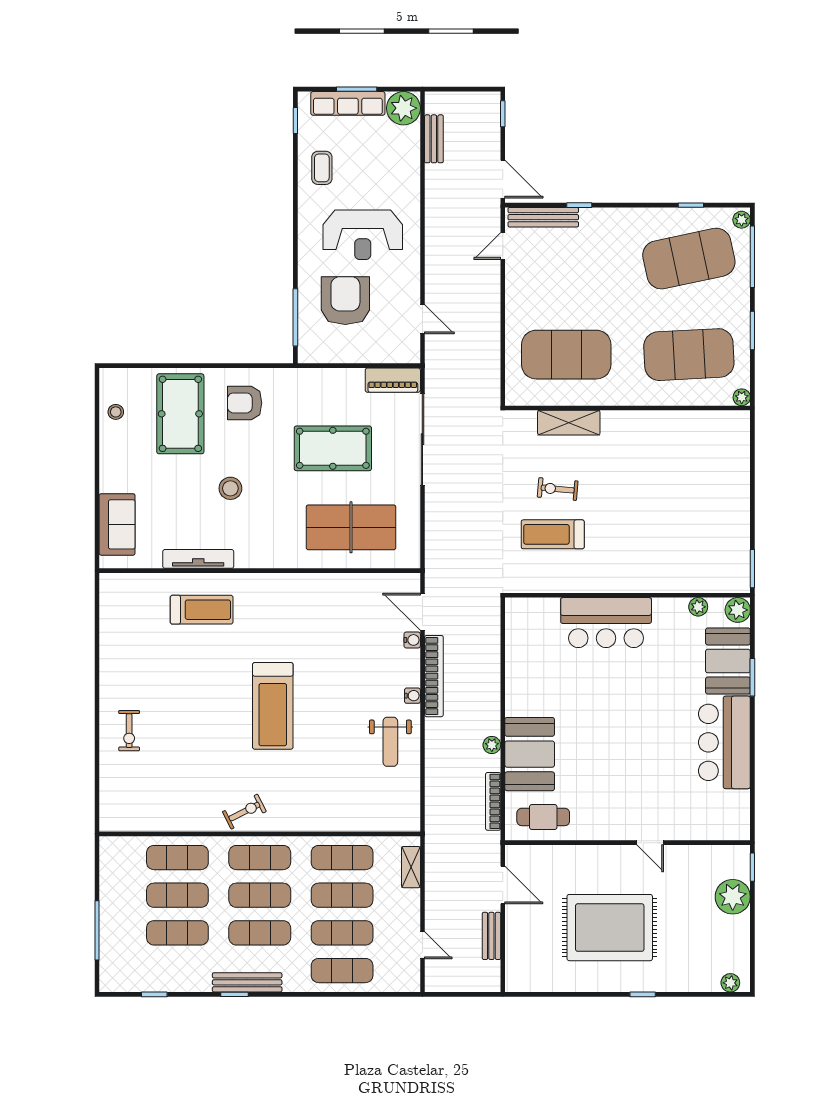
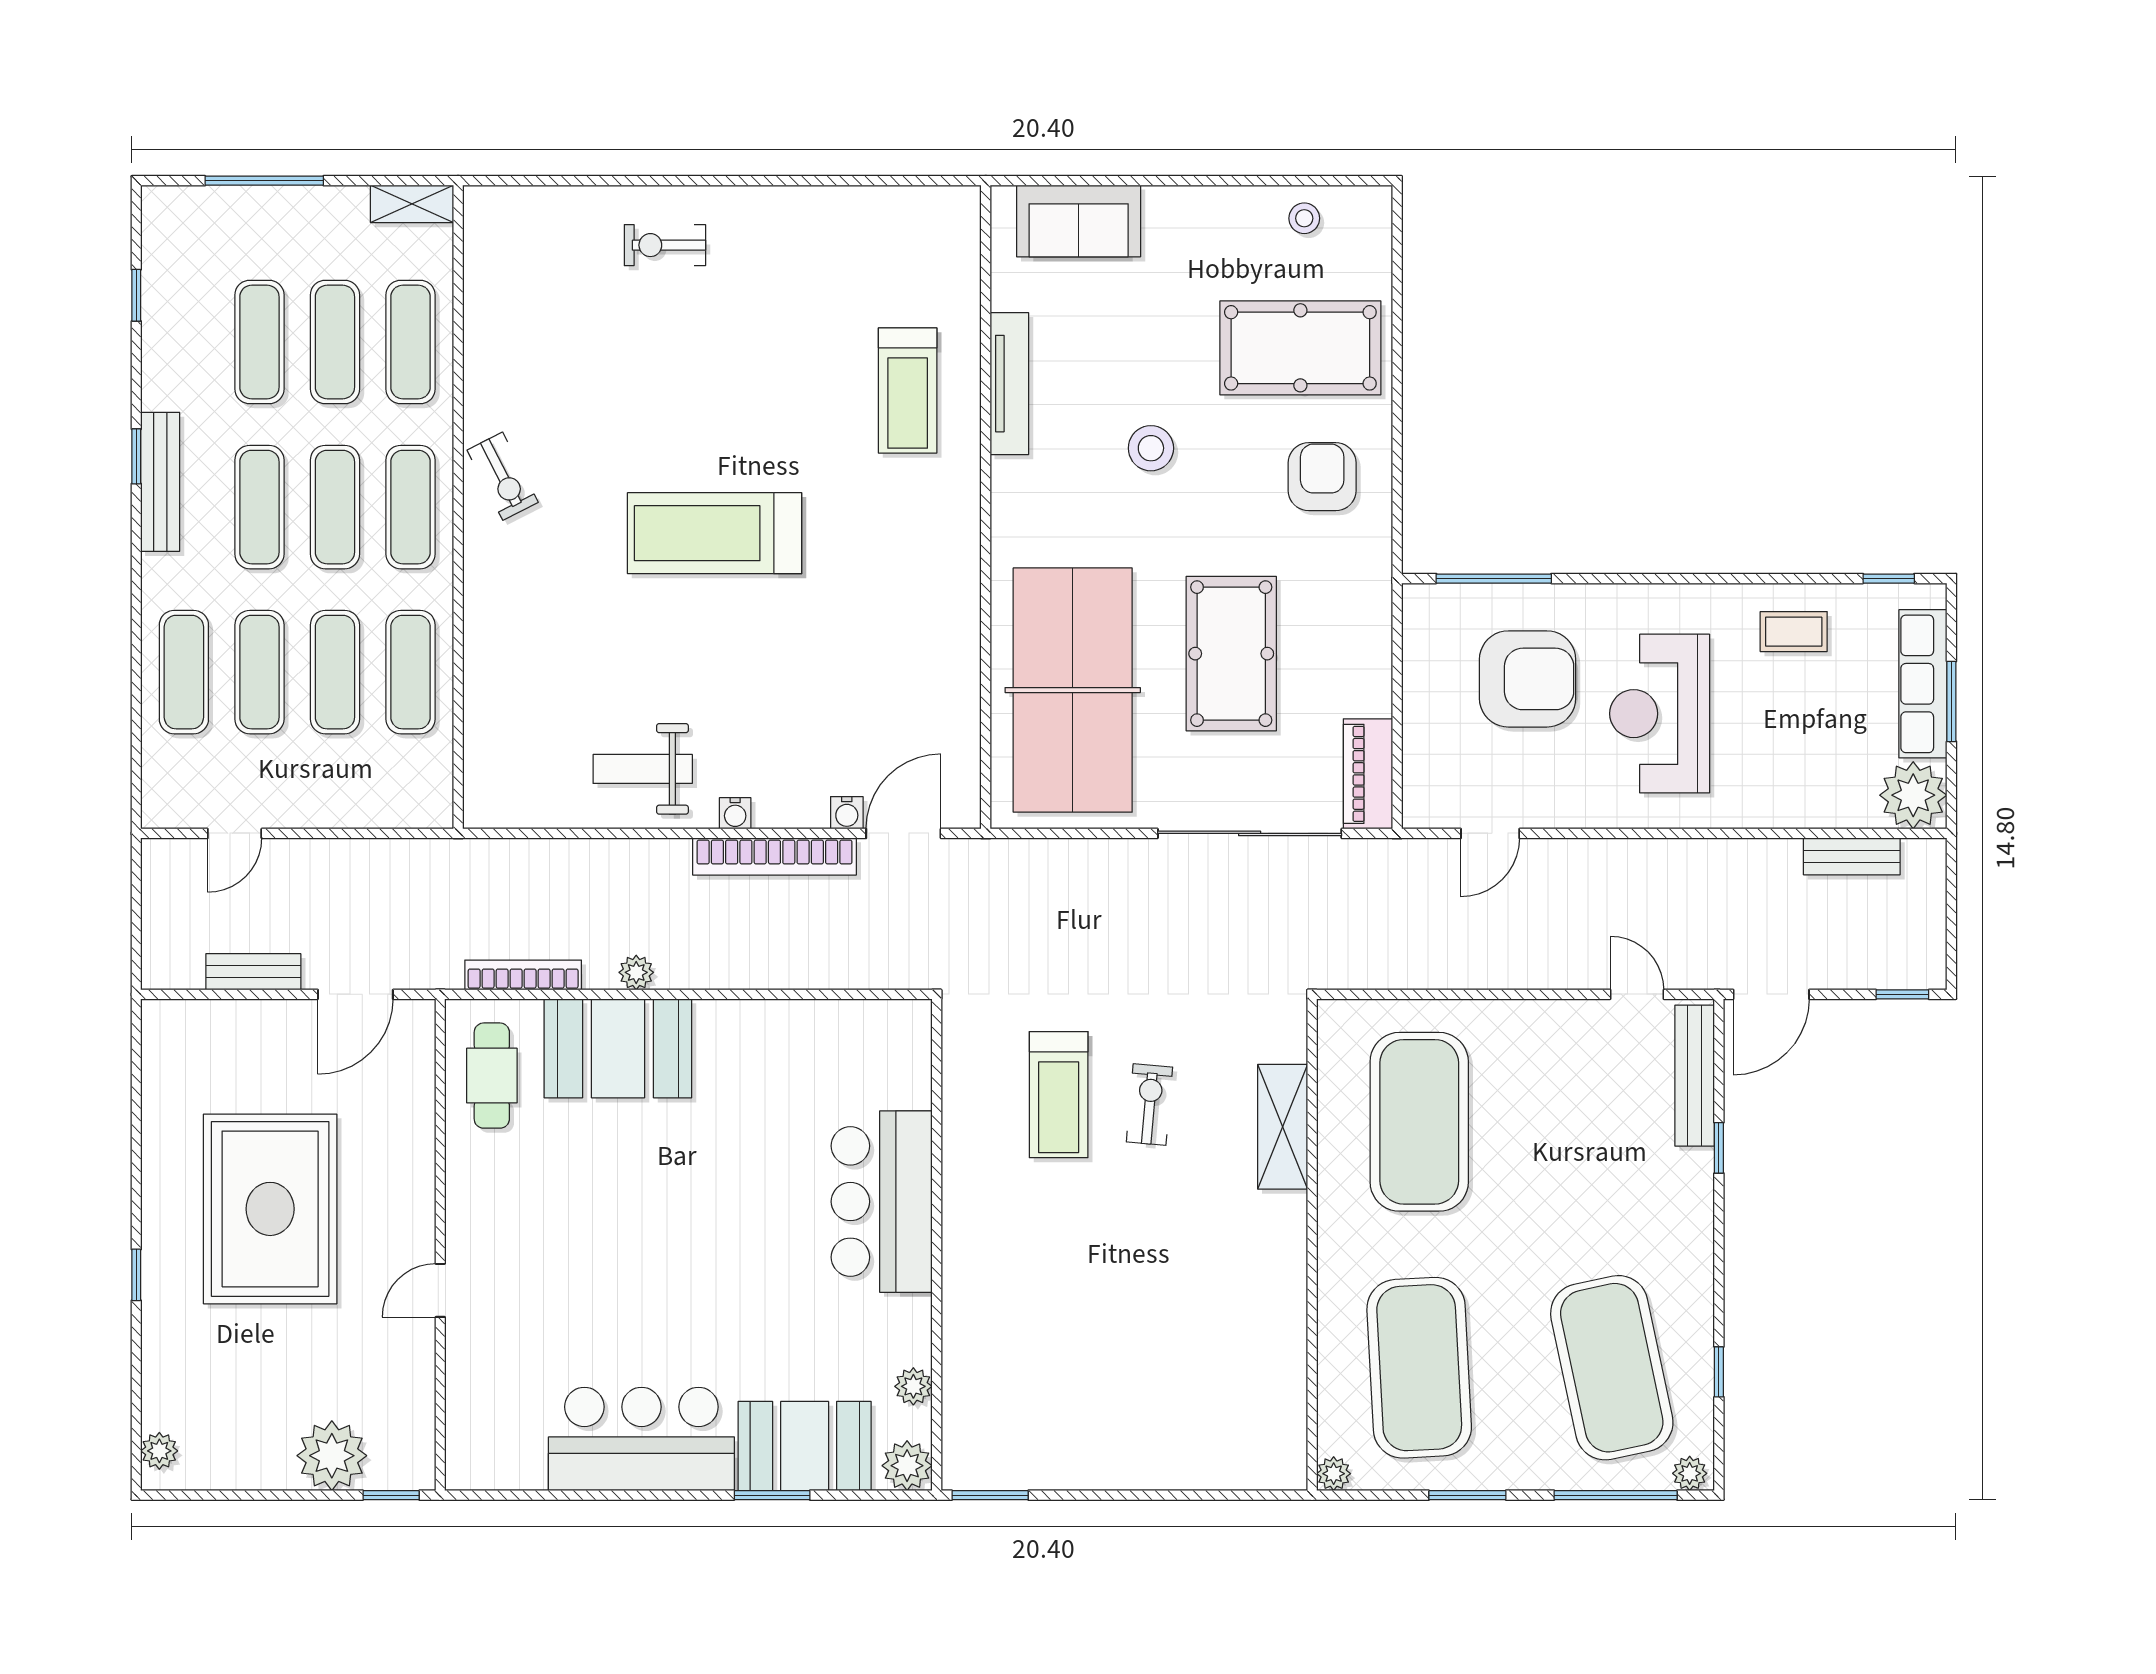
table tennis table: (351, 527) -> (1073, 690), width x1.36, depth x1.32
treadmill: (553, 534) -> (1059, 1095), turned 180
shelving: (411, 867) -> (412, 204), moved

